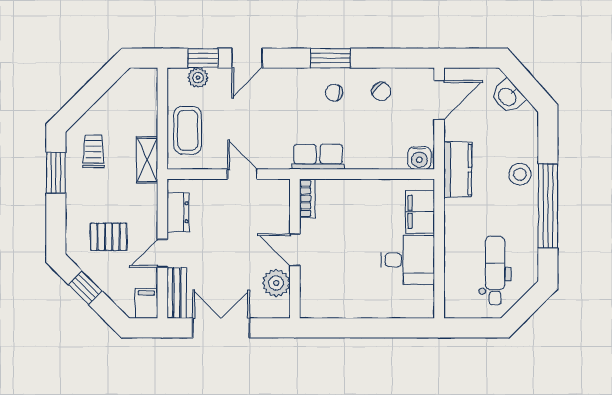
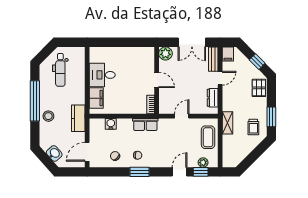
water cooler: (419, 158) -> (111, 124), moved
door: (242, 174) -> (182, 116), swing flipped
pallet: (109, 237) -> (259, 88), moved, turned 90
plant: (276, 283) -> (165, 54), moved

